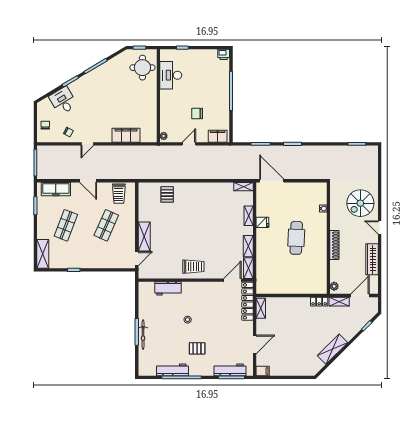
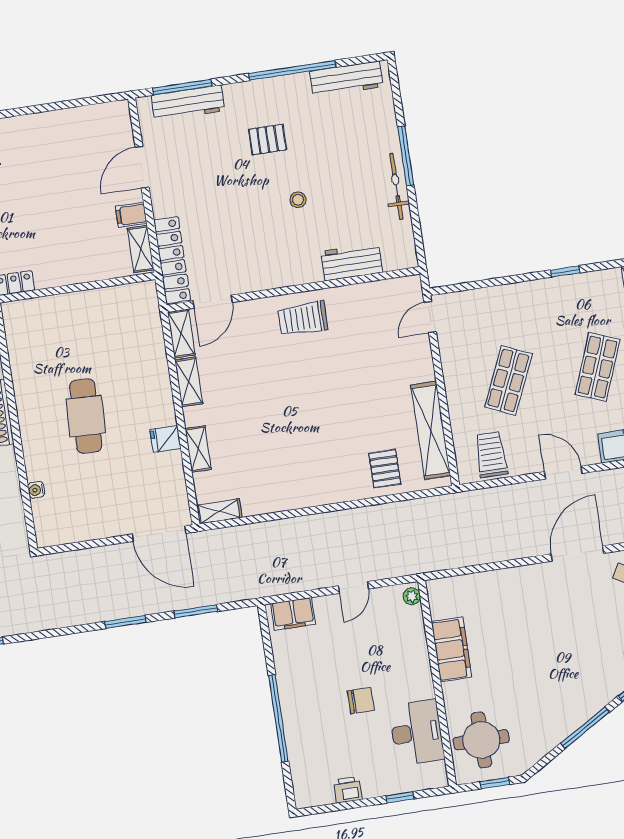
printer: (224, 54) -> (348, 790), moved
chair: (197, 114) -> (361, 701), moved
filing cabinet: (126, 135) -> (452, 649), moved, turned -90
door: (87, 144) -> (577, 554), width x1.87
shelving: (144, 237) -> (431, 430), moved, width x1.47
bicycle: (143, 335) -> (396, 186), moved
workbench: (173, 370) -> (346, 79), moved
filing cabinet: (263, 371) -> (131, 215), moved

